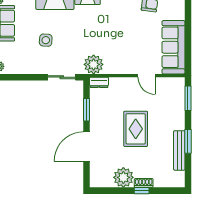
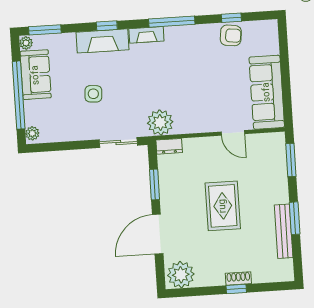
plant: (123, 177) -> (181, 275), moved

